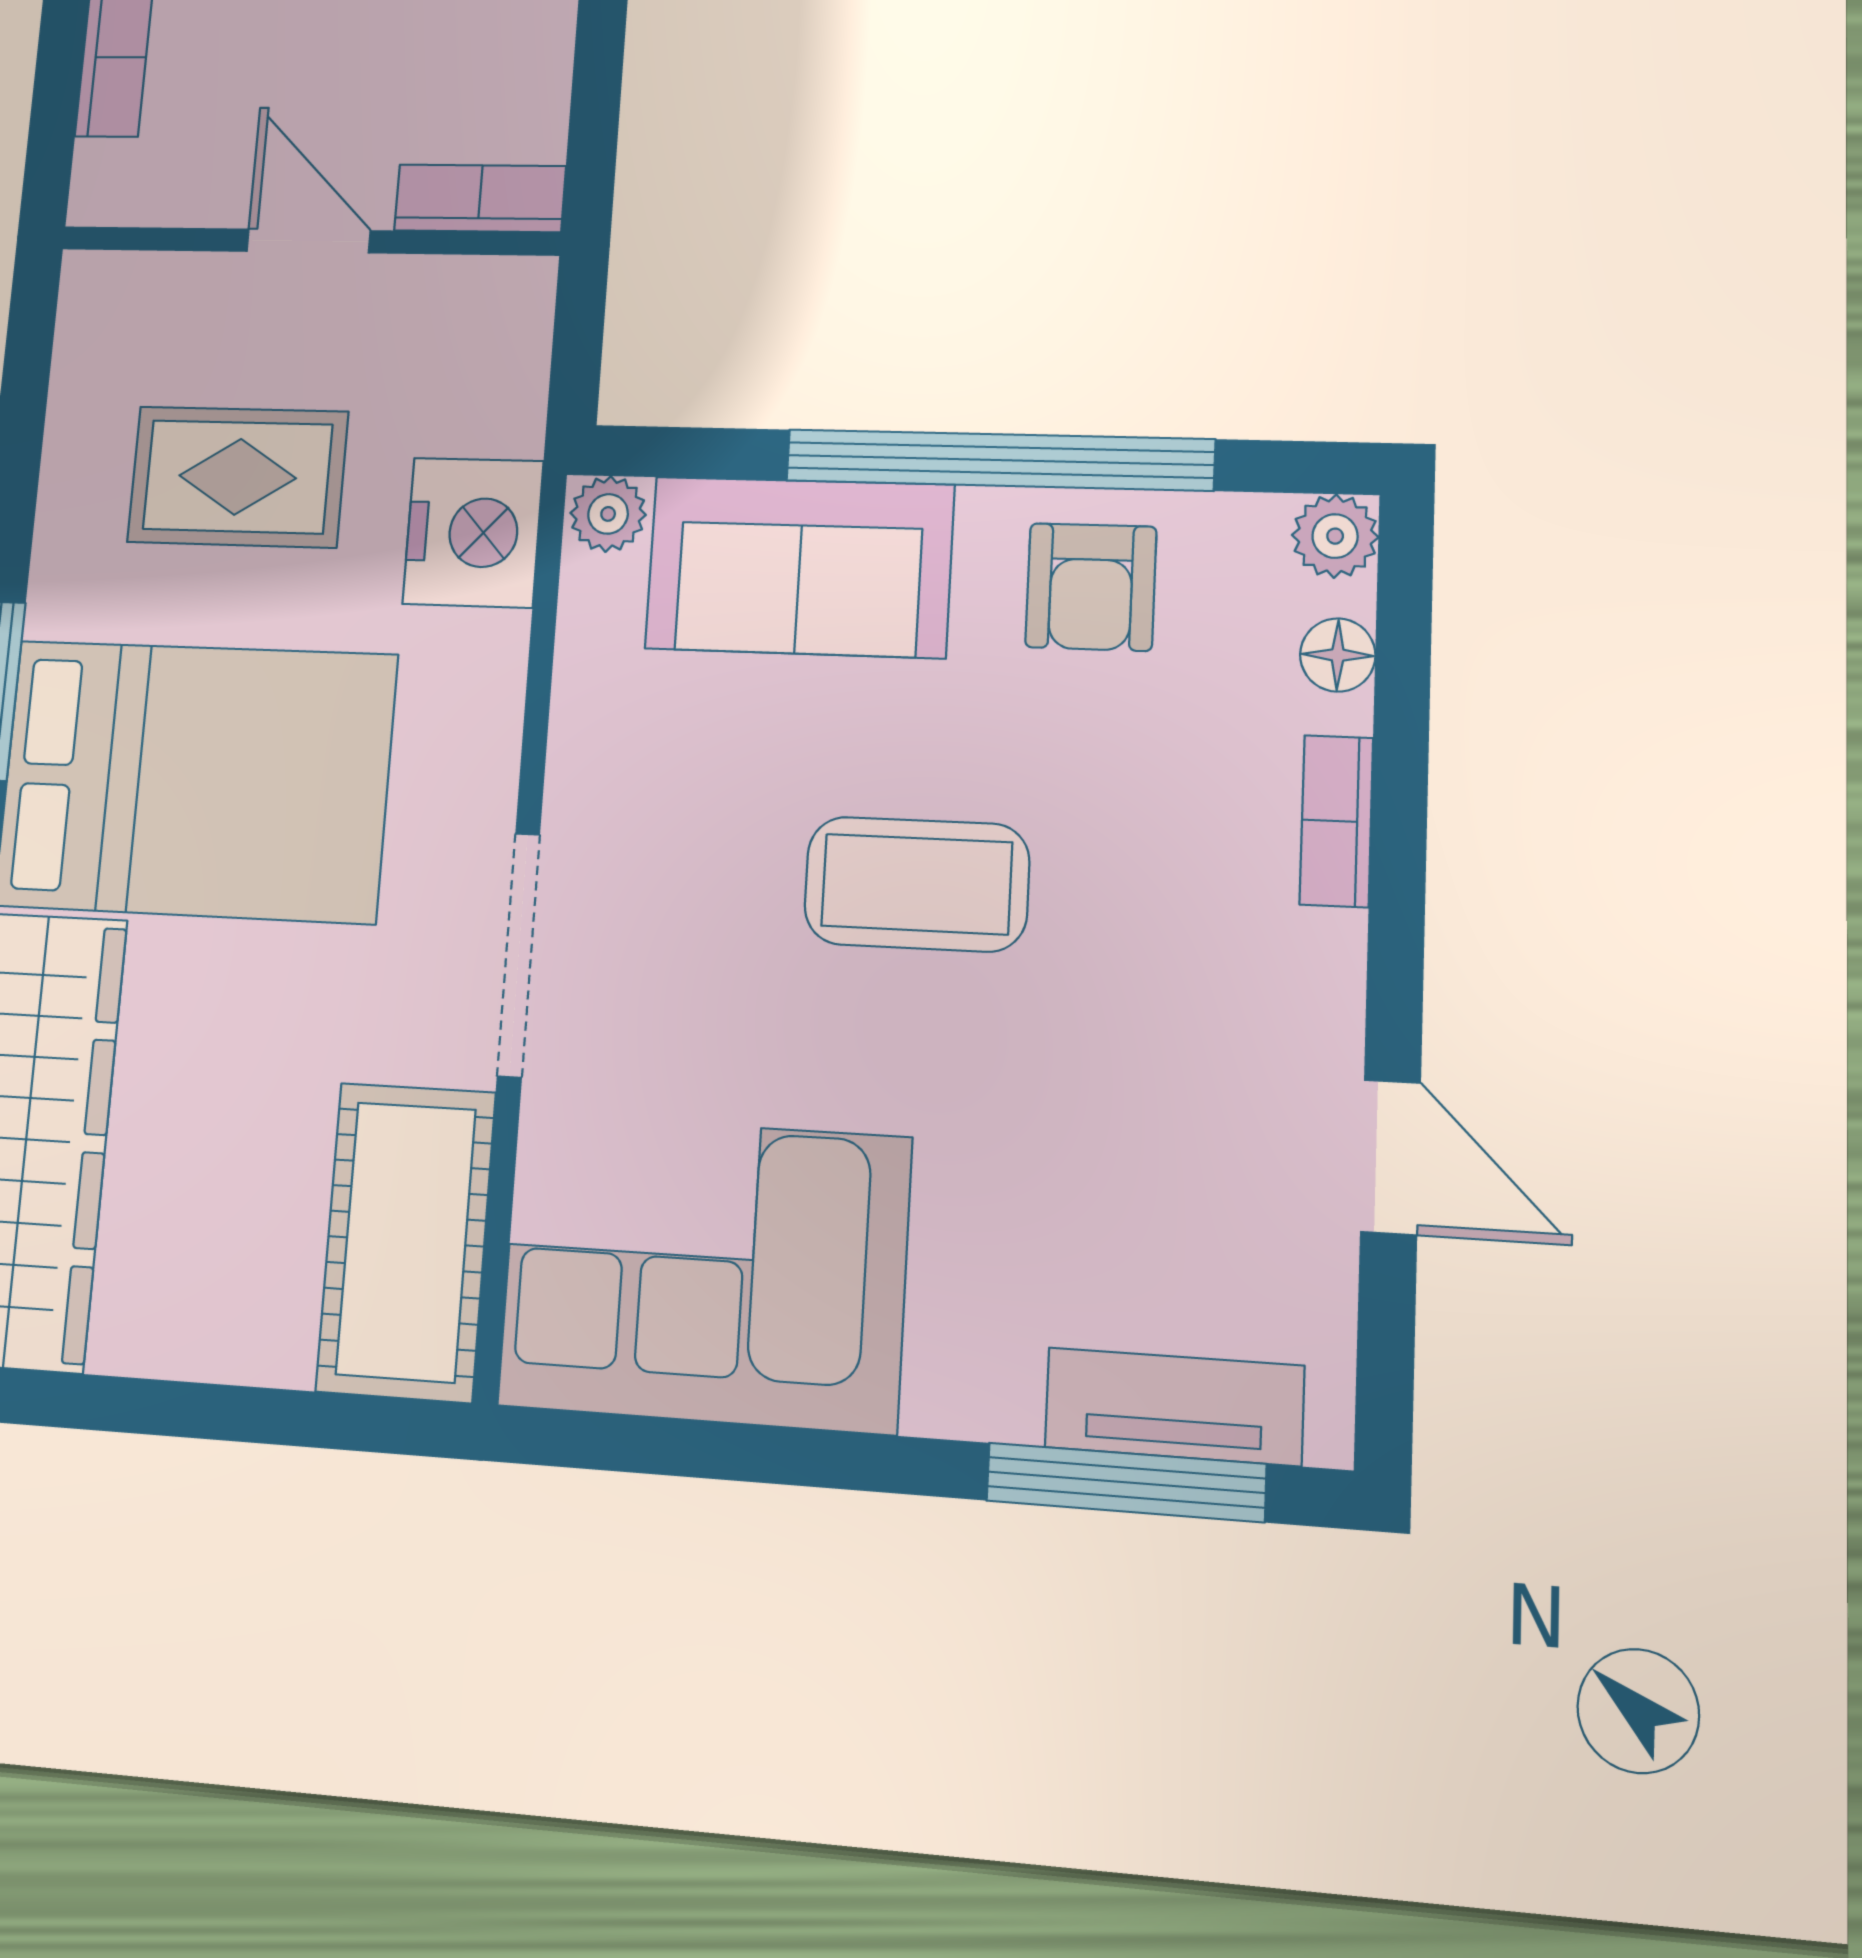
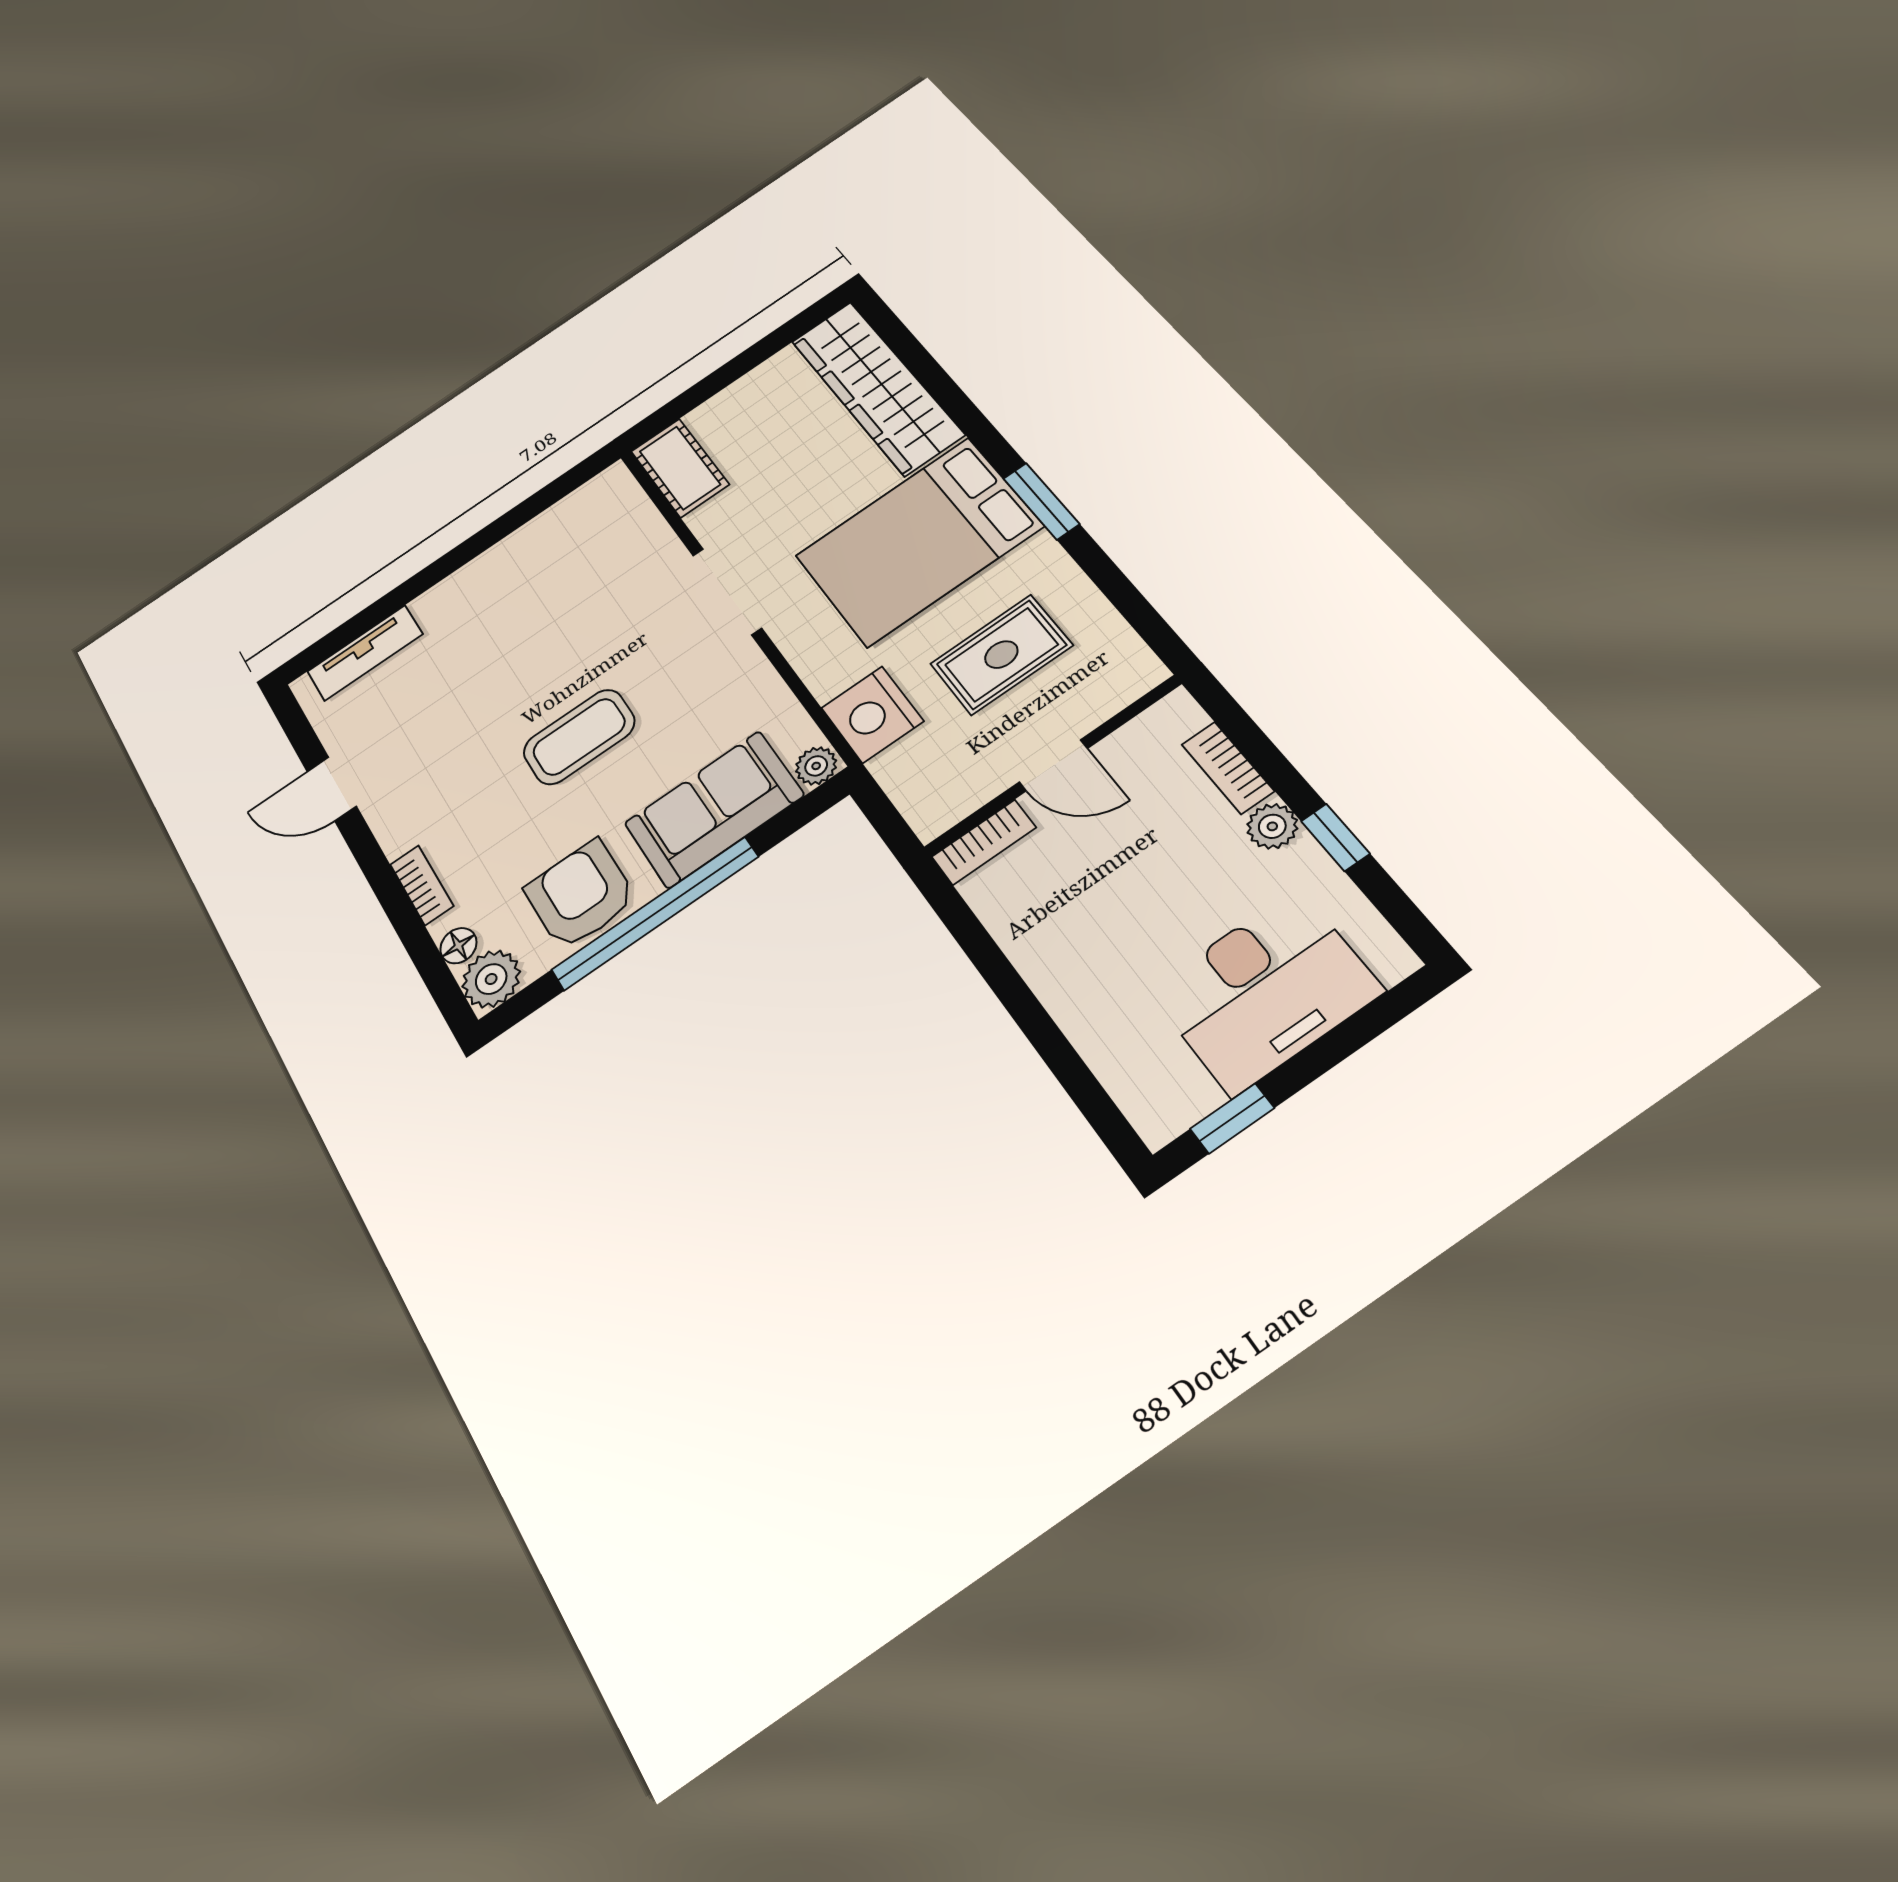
plant: (1335, 536) -> (491, 979), width x1.38, depth x1.38
armchair: (1091, 587) -> (580, 895), width x1.38, depth x1.38
cot: (406, 1241) -> (680, 468), width x0.73, depth x0.75
corner sofa: (705, 1272) -> (572, 556), removed
window: (1126, 1482) -> (368, 618), removed

